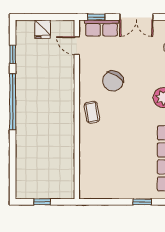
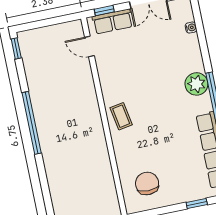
fridge: (43, 29) -> (48, 36), removed
window: (13, 54) -> (16, 48), moved
chair: (113, 81) -> (147, 183), moved, turned 149

